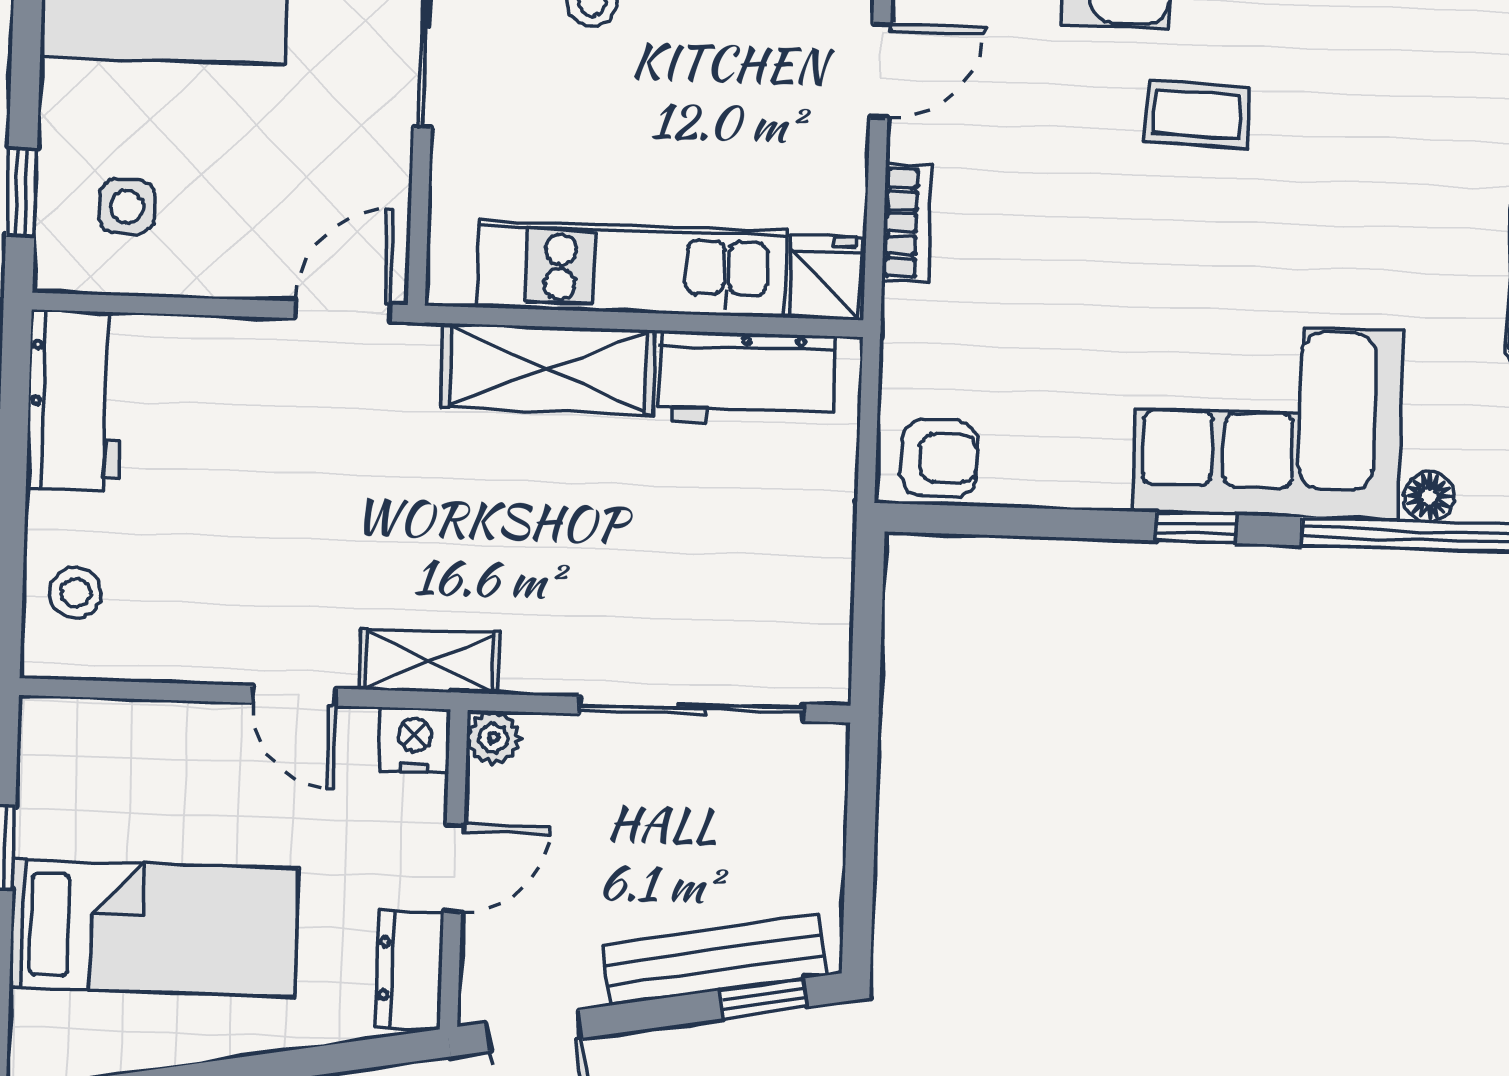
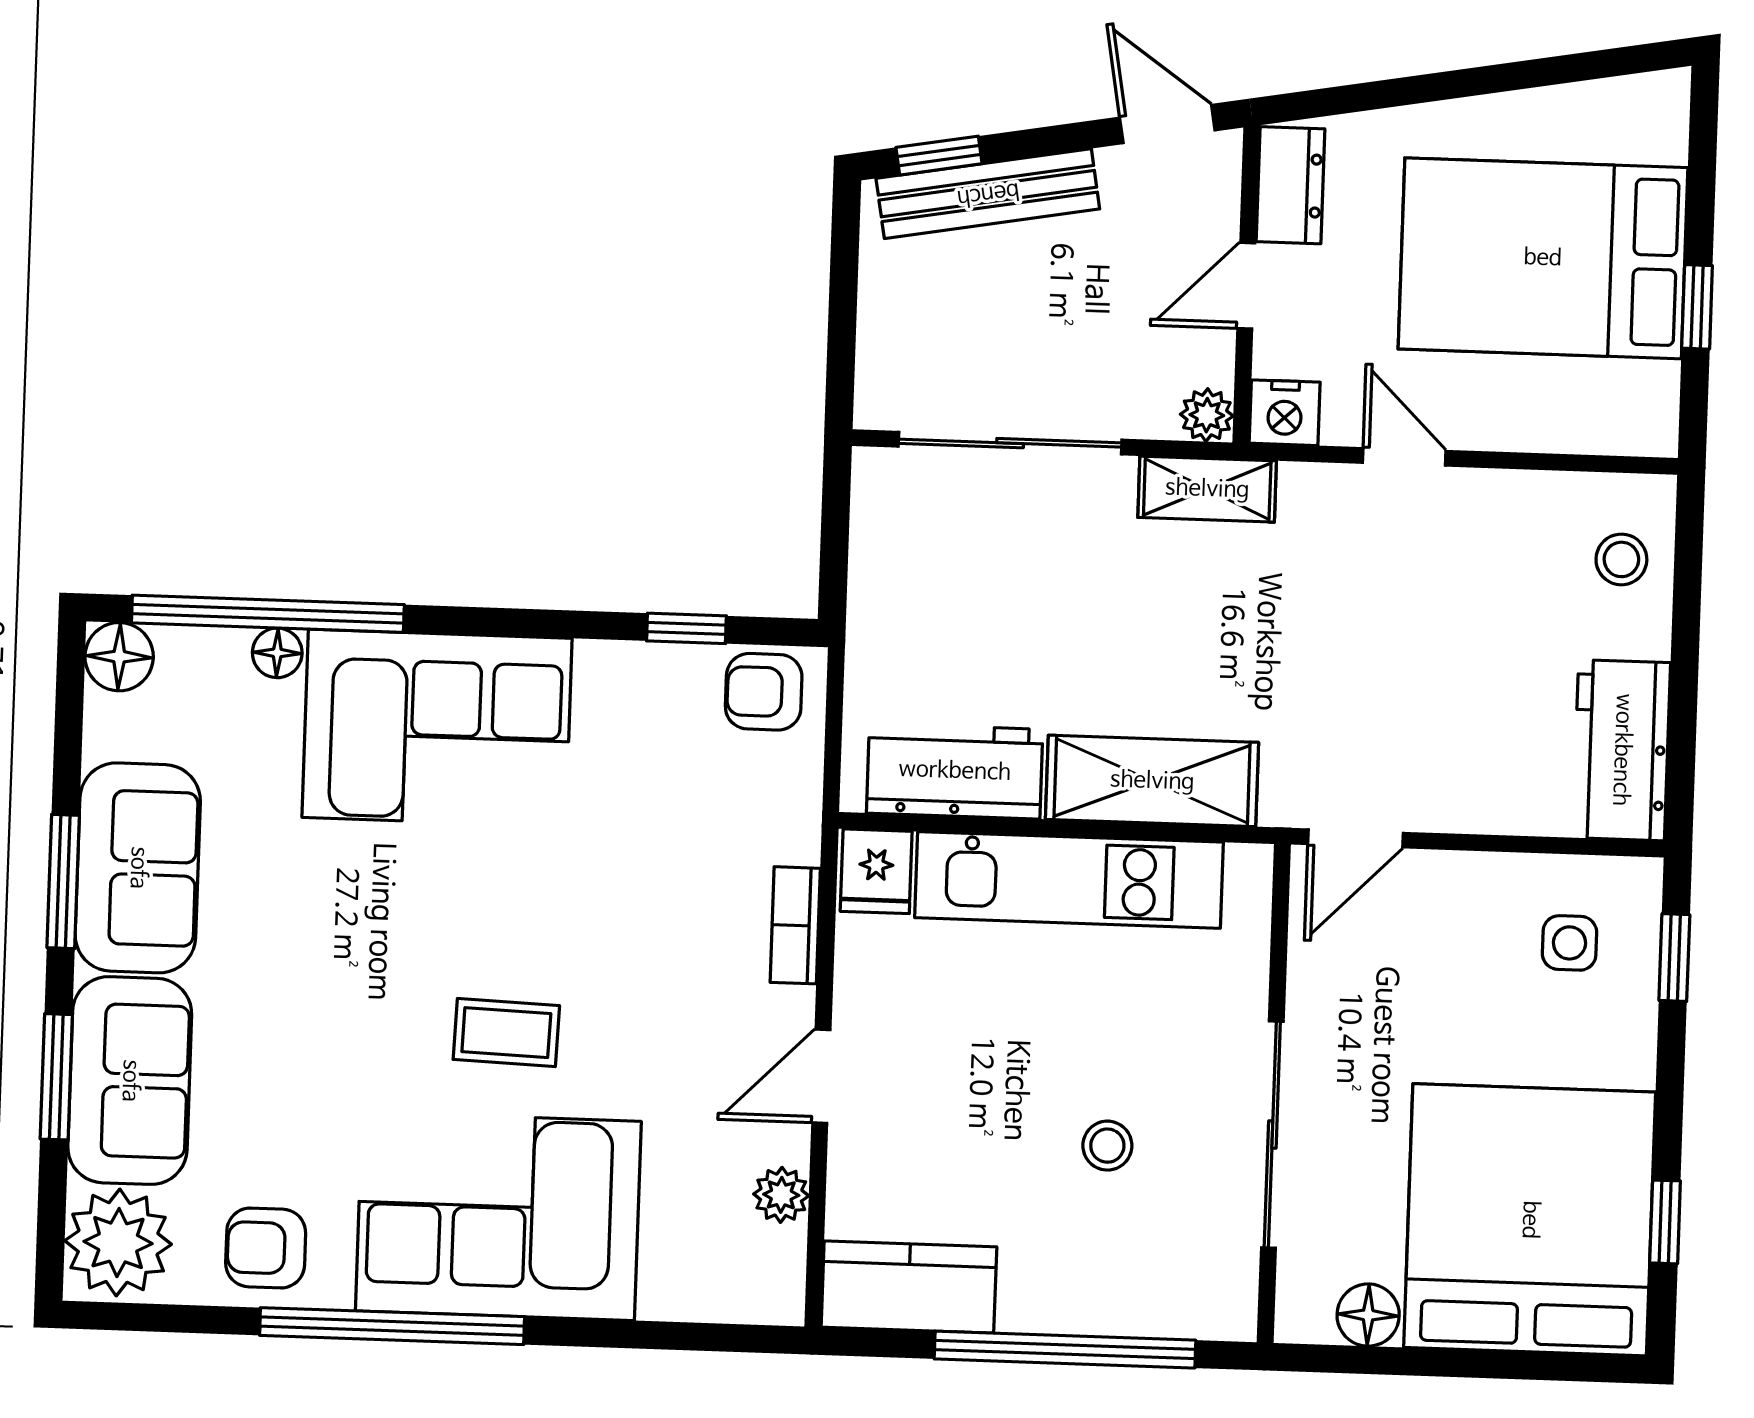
window: (1196, 528) -> (686, 628), moved
shelving: (430, 661) -> (1207, 489), moved
bed: (154, 928) -> (1543, 258), width x1.50

